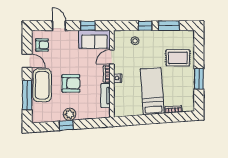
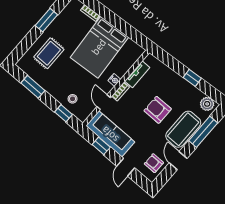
window: (145, 26) -> (64, 113), moved
sofa: (94, 39) -> (110, 134), width x1.36
door: (112, 57) -> (104, 102), swing flipped
rug: (178, 58) -> (49, 53), turned 90
bed: (152, 91) -> (99, 47), width x1.50
plant: (70, 114) -> (207, 104), moved

